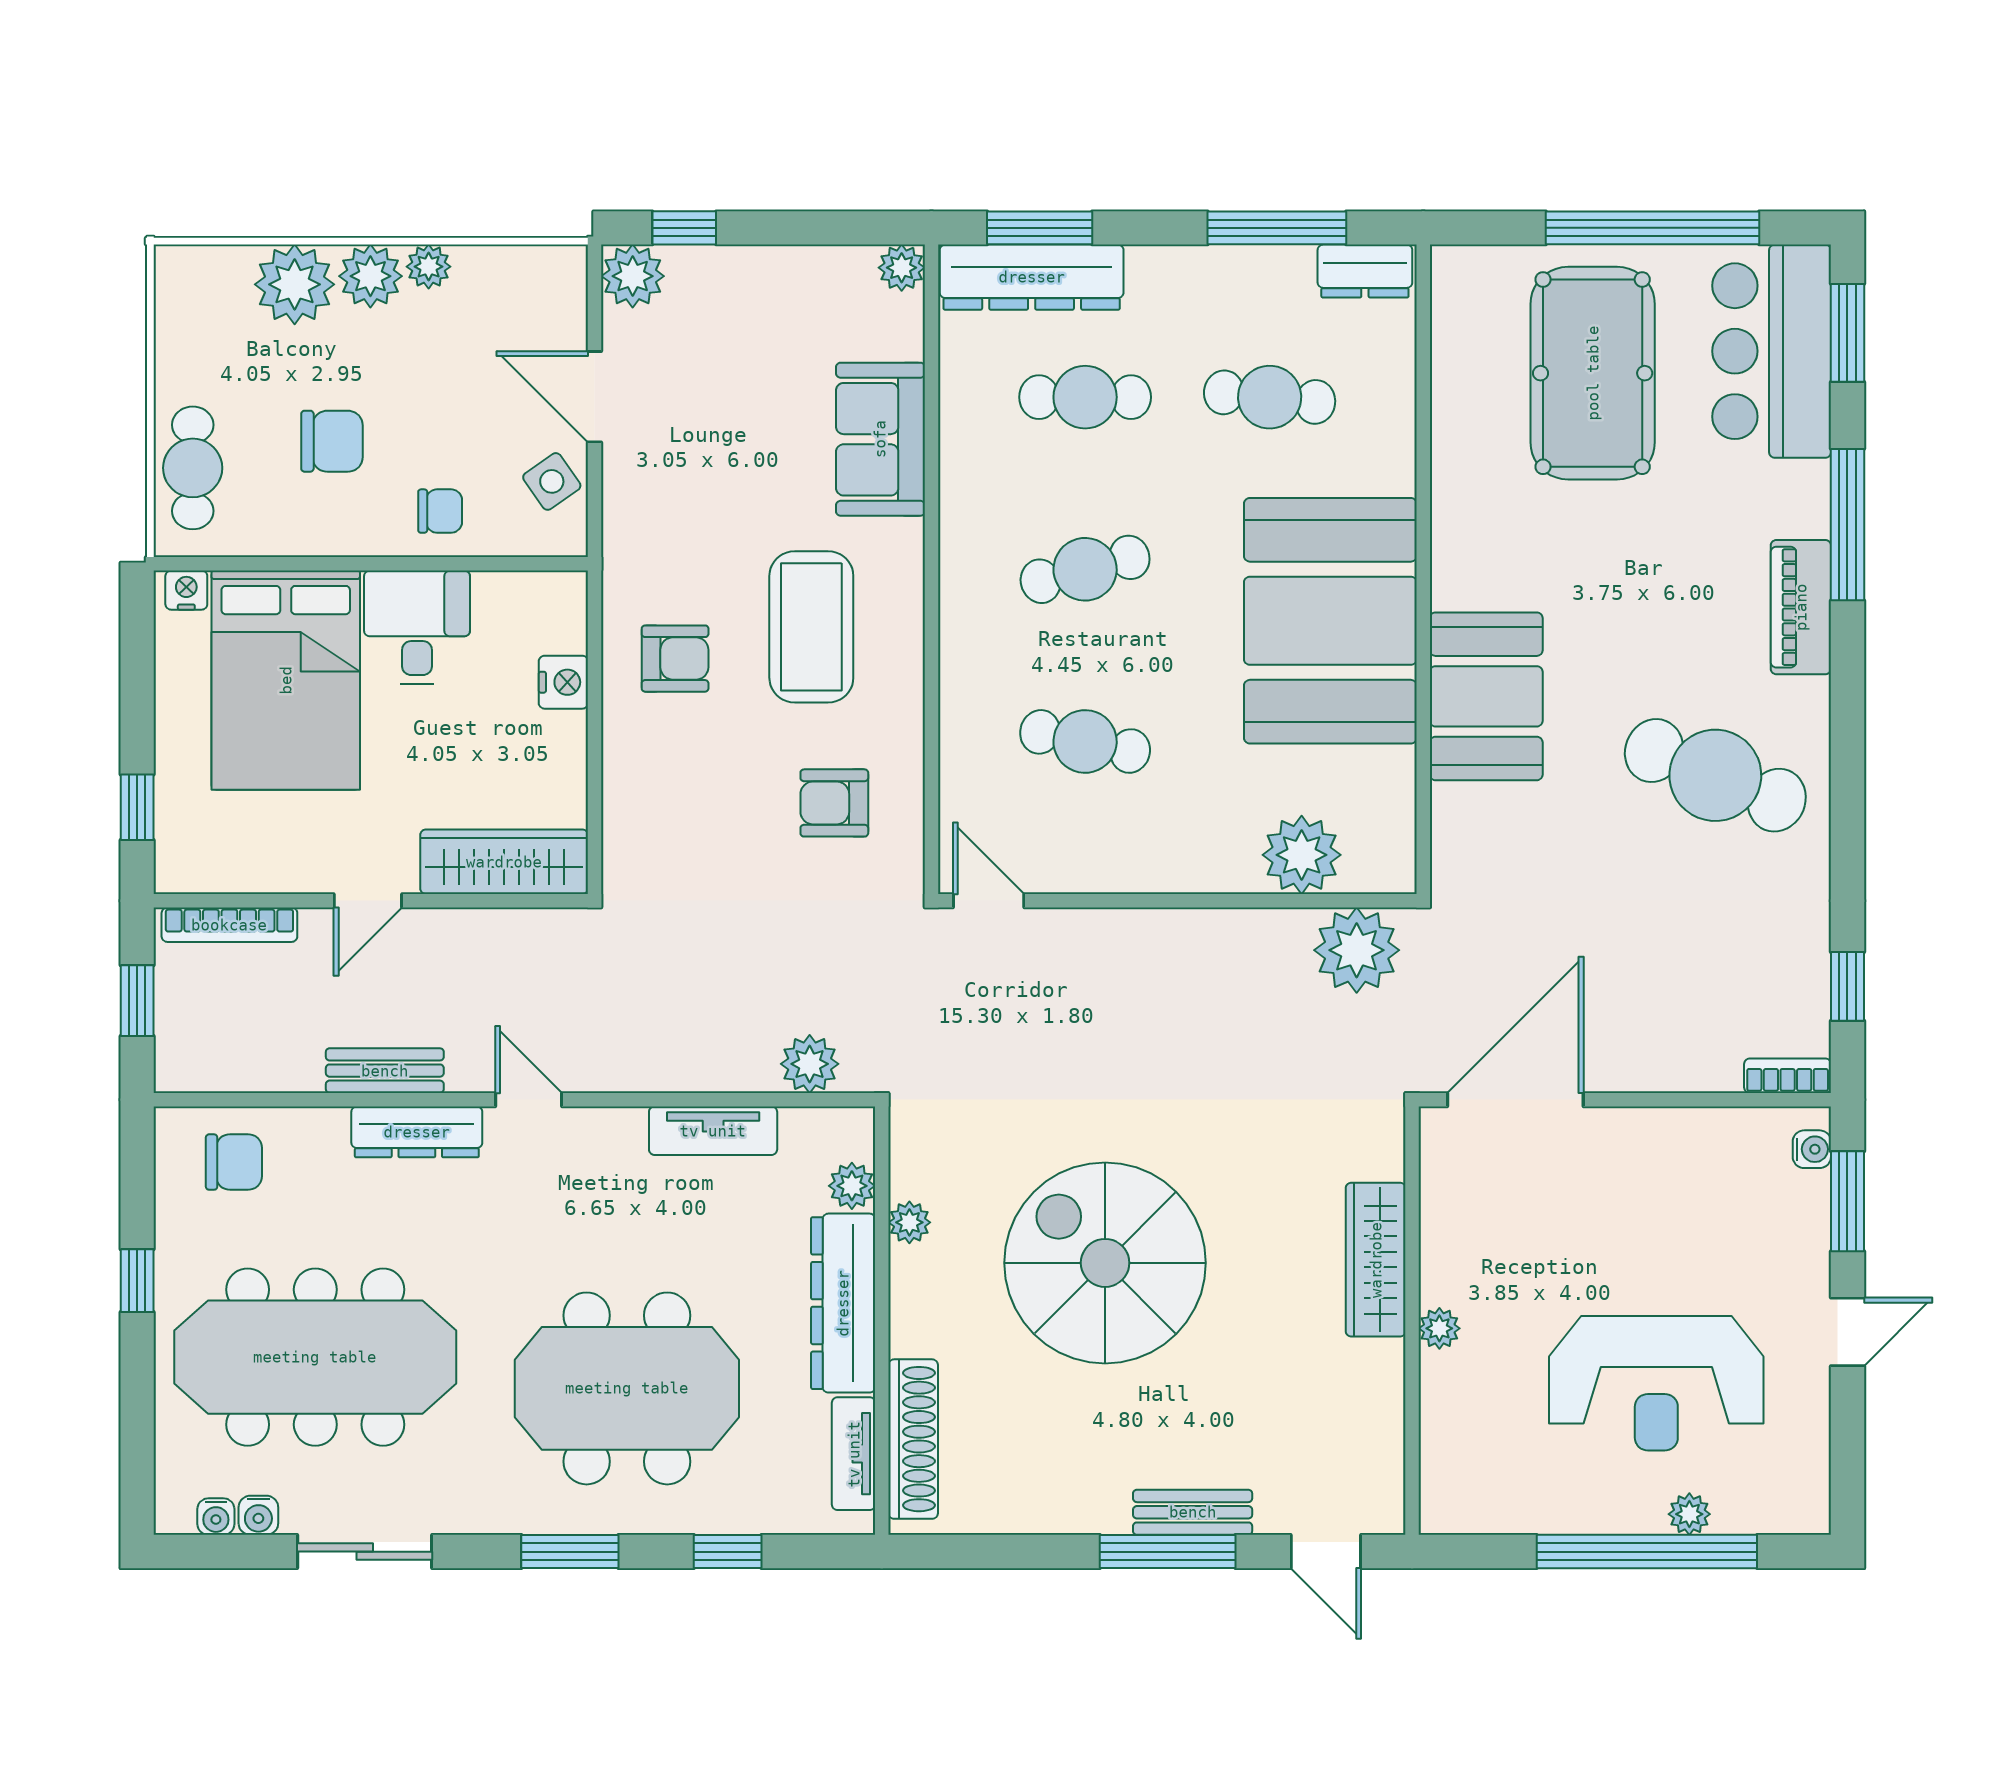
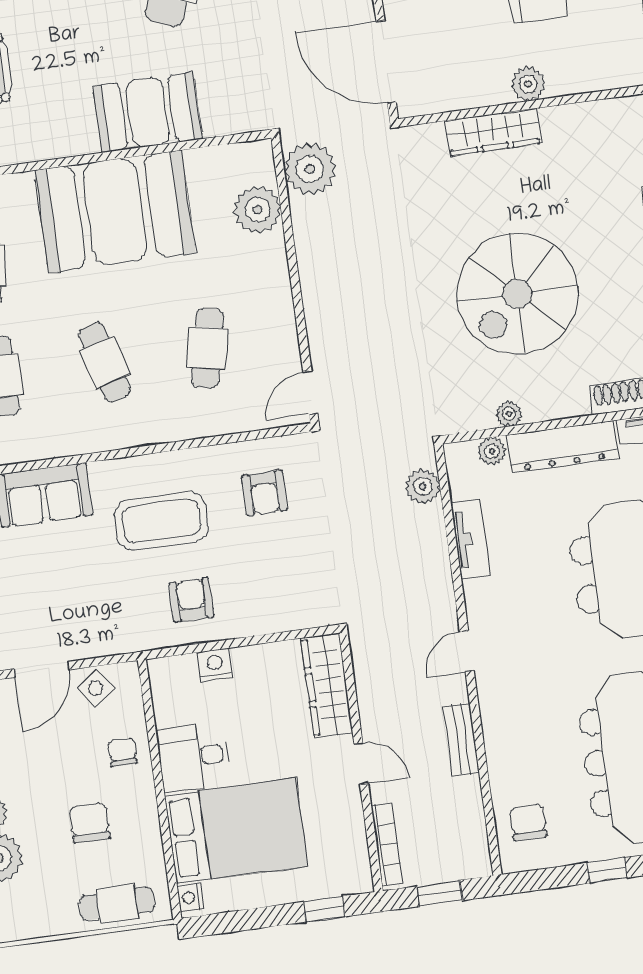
dresser: (417, 1132) -> (495, 715), removed
plant: (1439, 1328) -> (528, 84), width x1.38, depth x1.38

